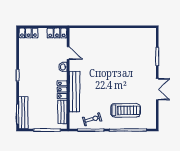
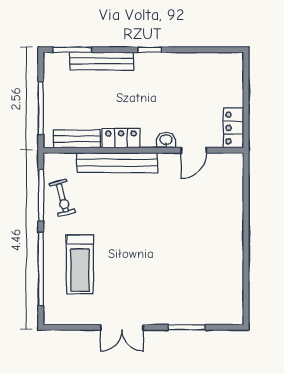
locker: (28, 33) -> (234, 71), removed
bench: (23, 113) -> (102, 61), moved

